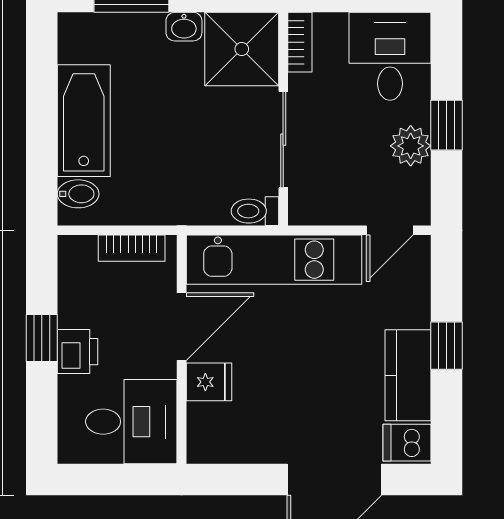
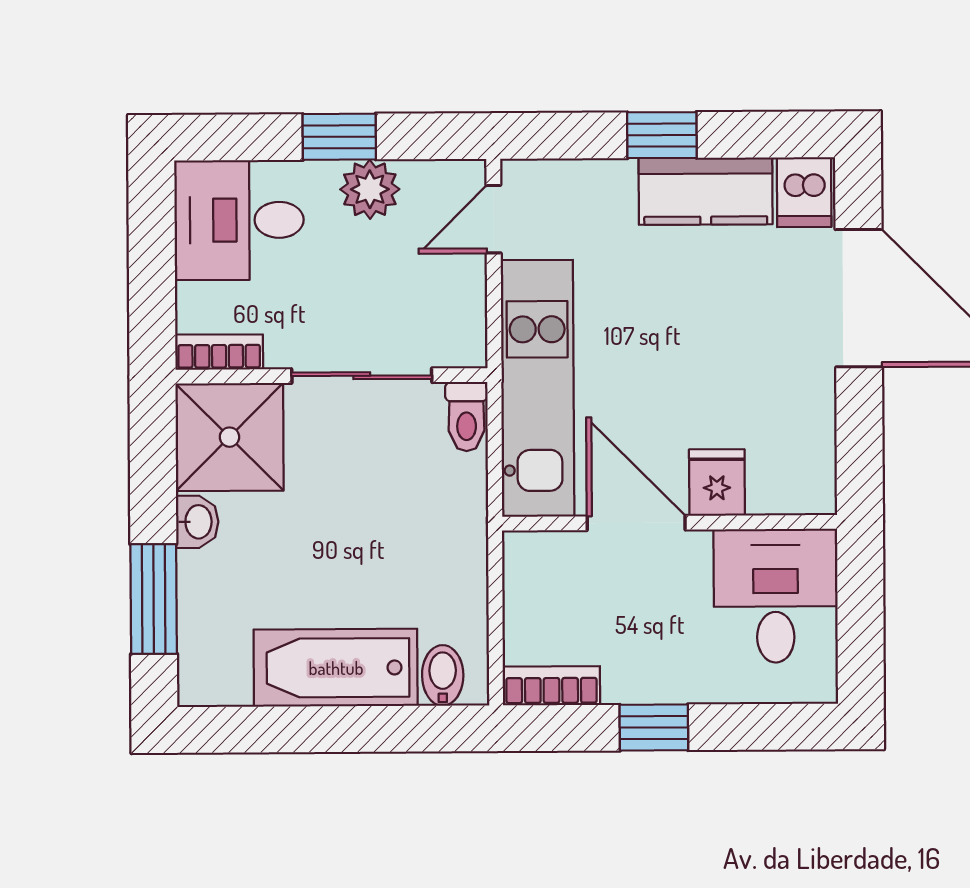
door: (390, 230) -> (494, 219), swing flipped
bookcase: (132, 248) -> (551, 686), moved, turned -90
printer: (77, 352) -> (673, 675), removed

